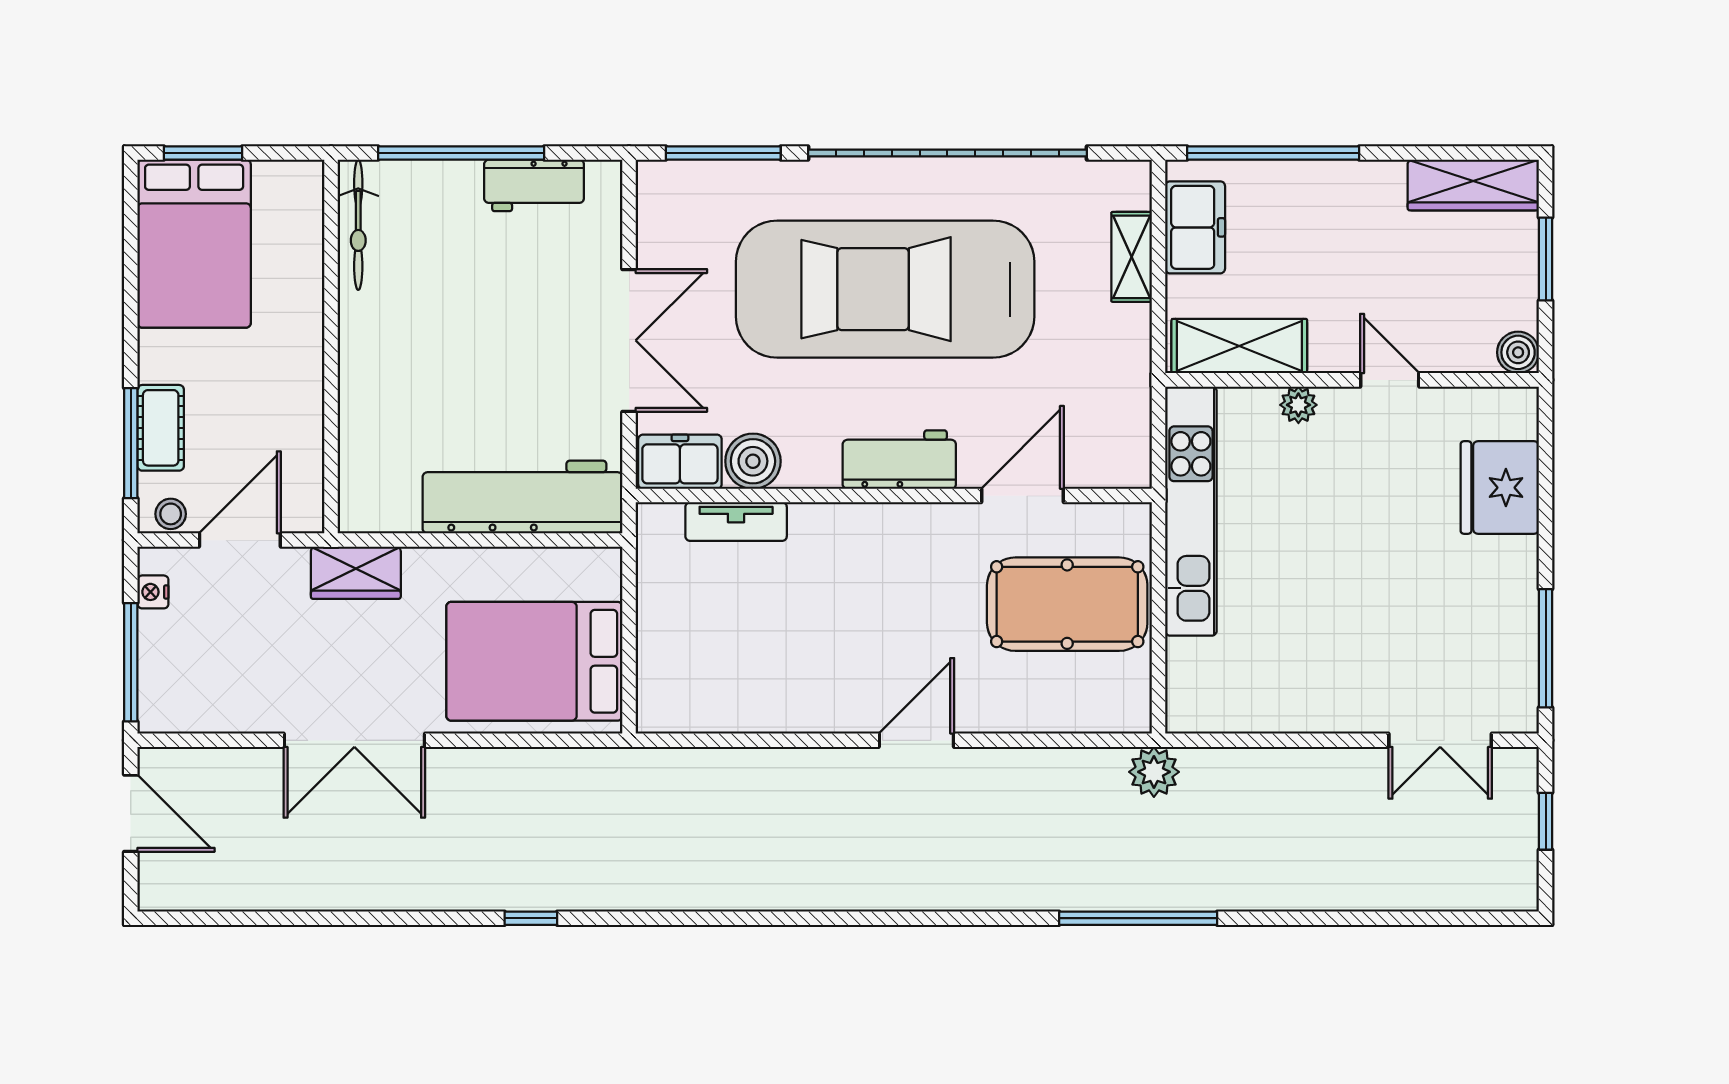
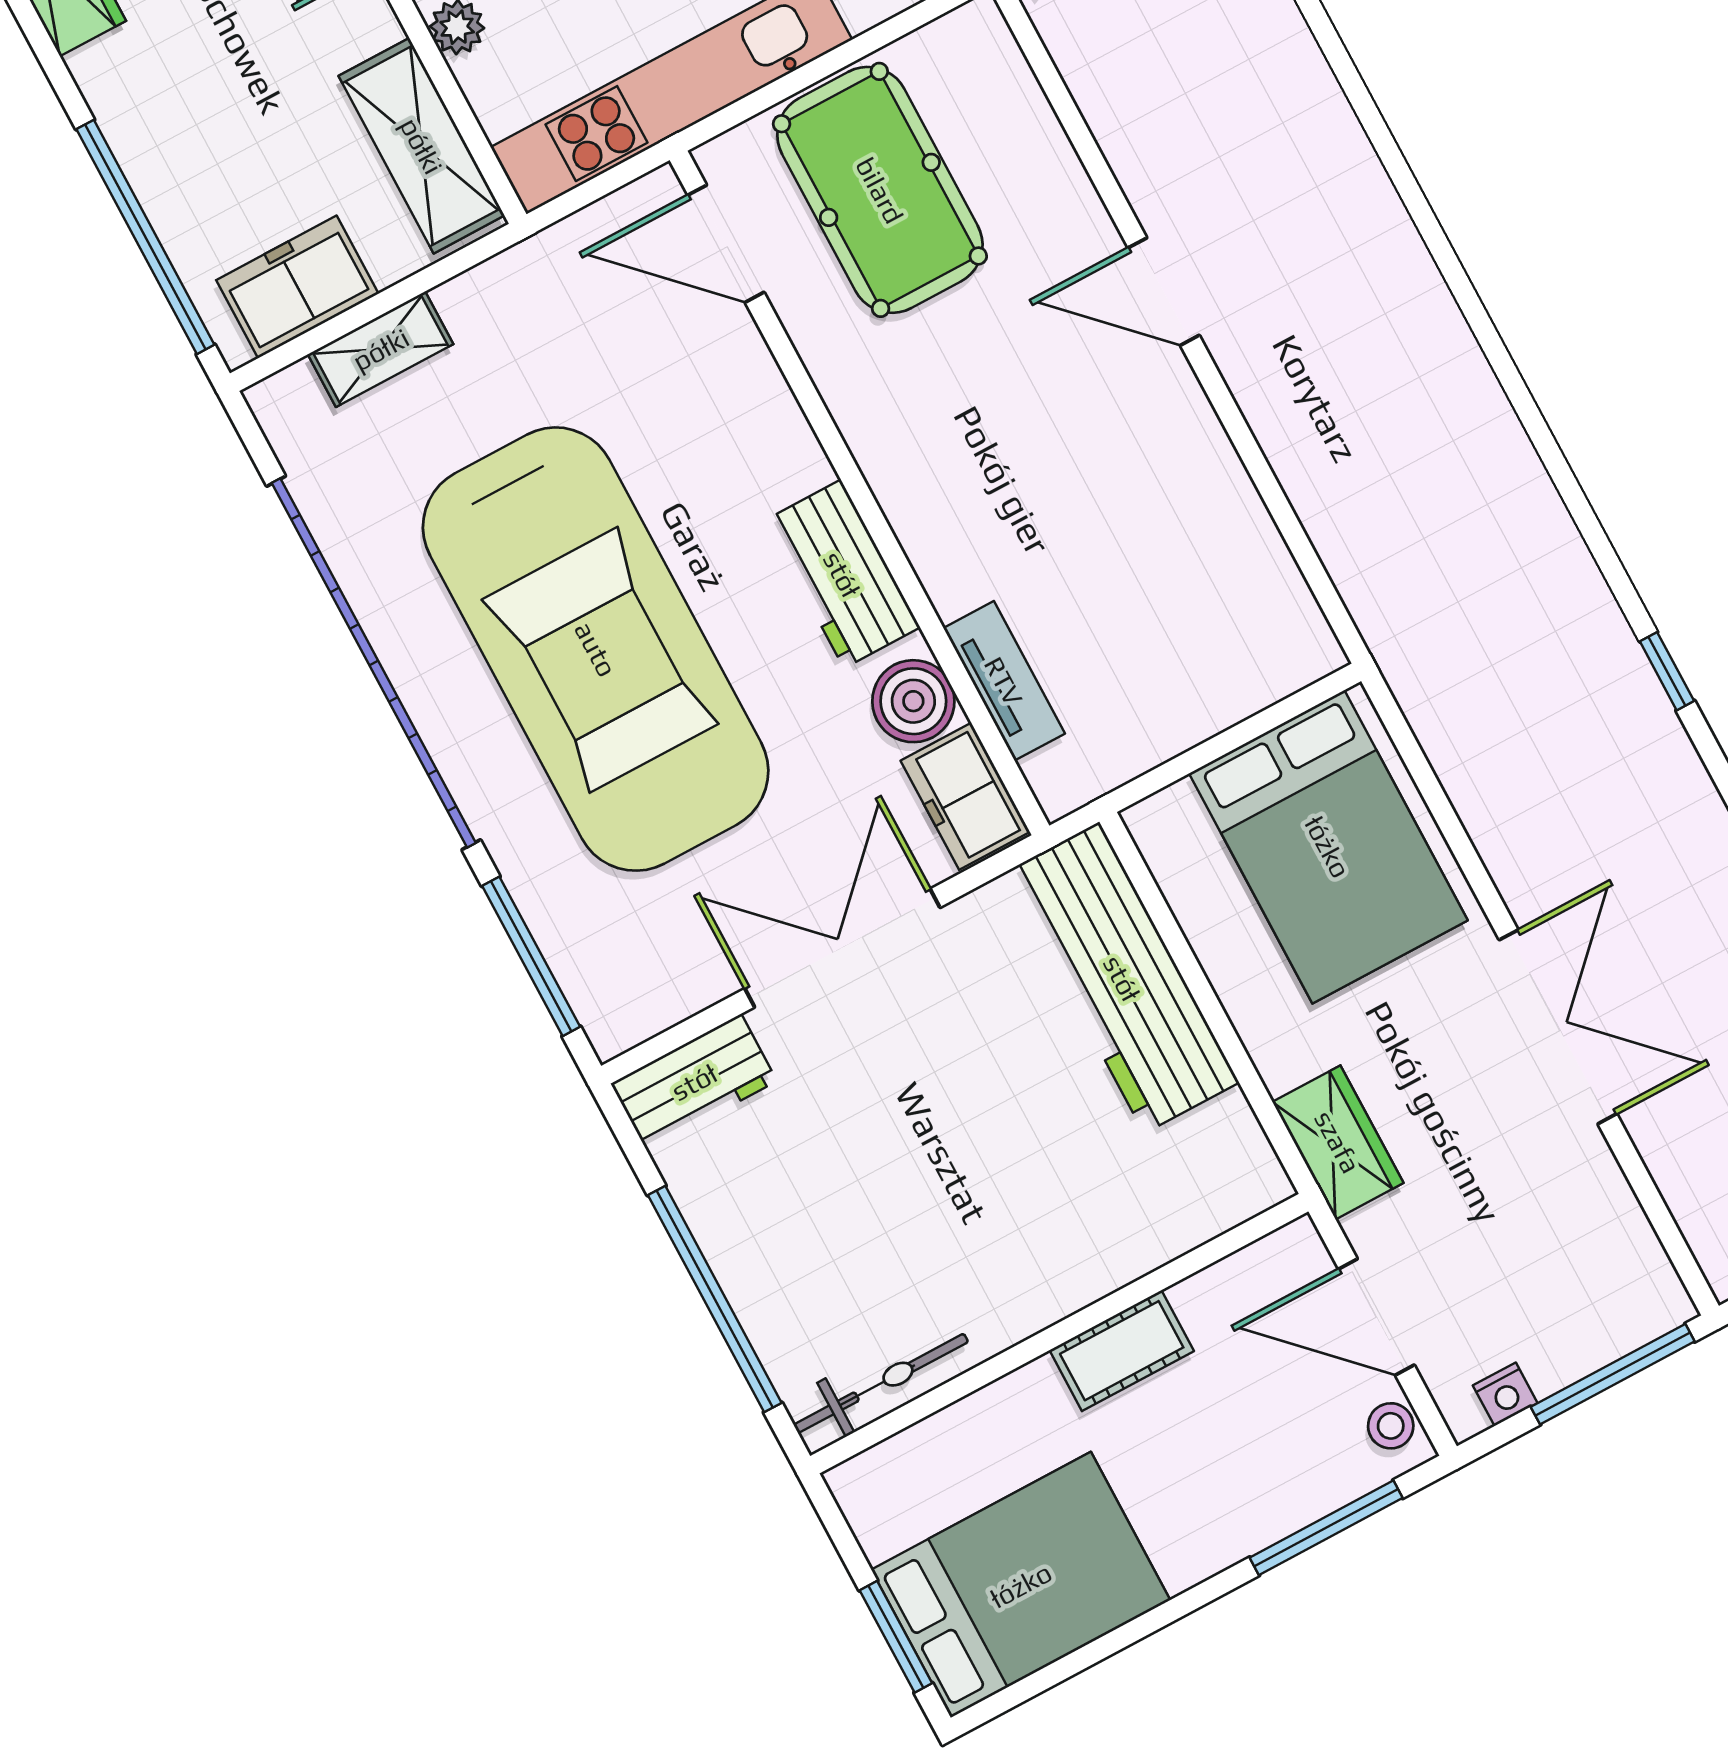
workbench: (534, 185) -> (694, 1082), moved, turned 90
cot: (161, 428) -> (1122, 1351), moved
workbench: (899, 460) -> (842, 574), moved
door: (1022, 496) -> (726, 244), moved

